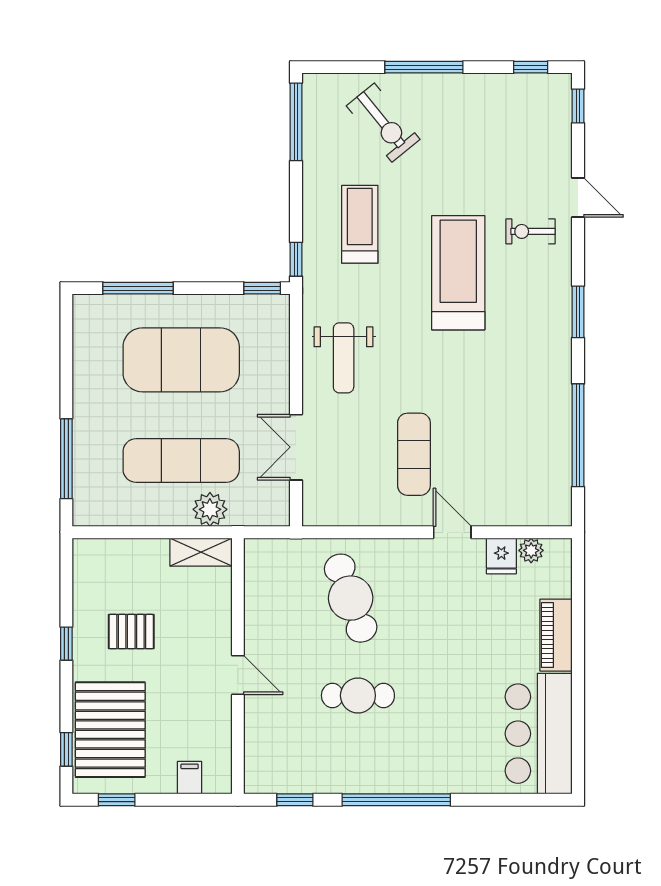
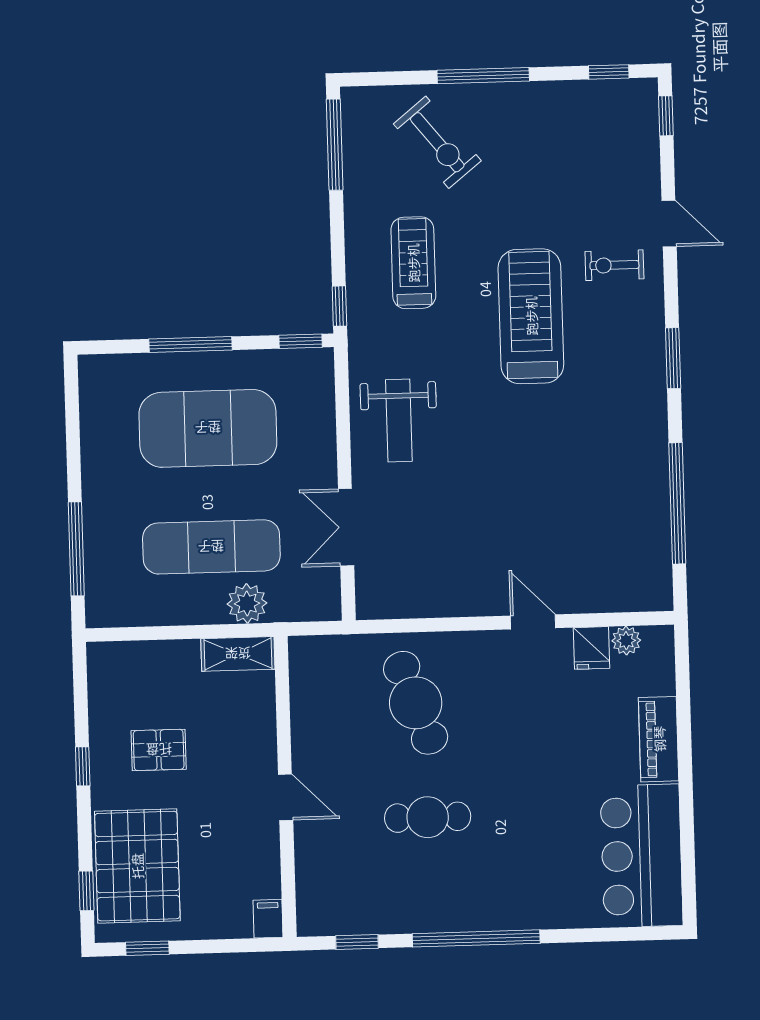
window: (138, 288) -> (190, 345), moved
exercise mat: (414, 454) -> (485, 531), removed
filing cabinet: (190, 778) -> (268, 919), moved

